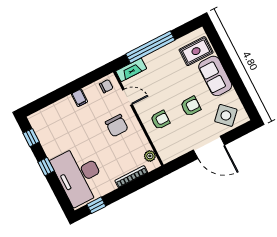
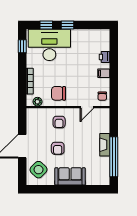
window: (150, 47) -> (114, 157), moved
rug: (196, 51) -> (94, 172), removed
fireplace: (131, 70) -> (105, 145), moved
printer: (61, 106) -> (104, 57), added
chair: (117, 126) -> (59, 93), moved
window: (31, 138) -> (46, 25), moved

